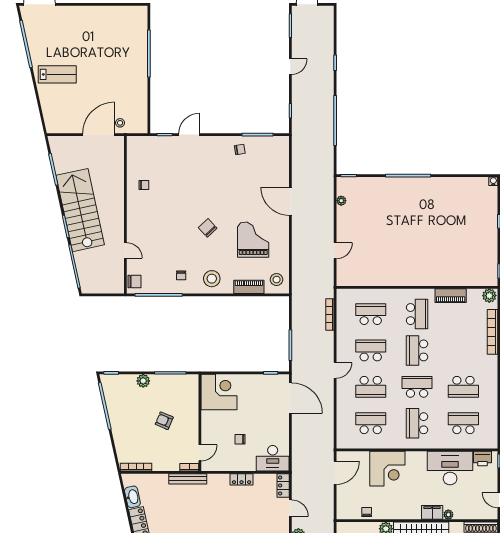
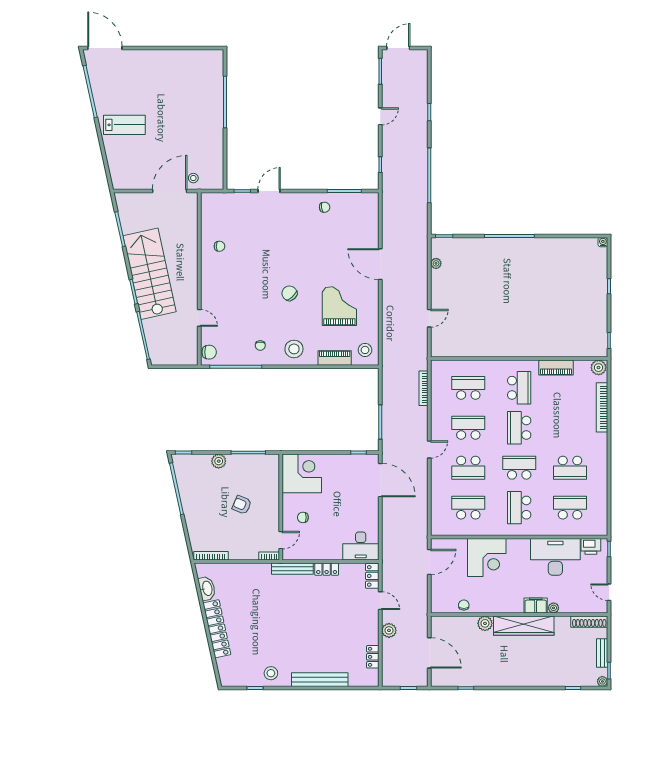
chair: (240, 439) -> (303, 517), moved
bench: (188, 479) -> (292, 569), moved

